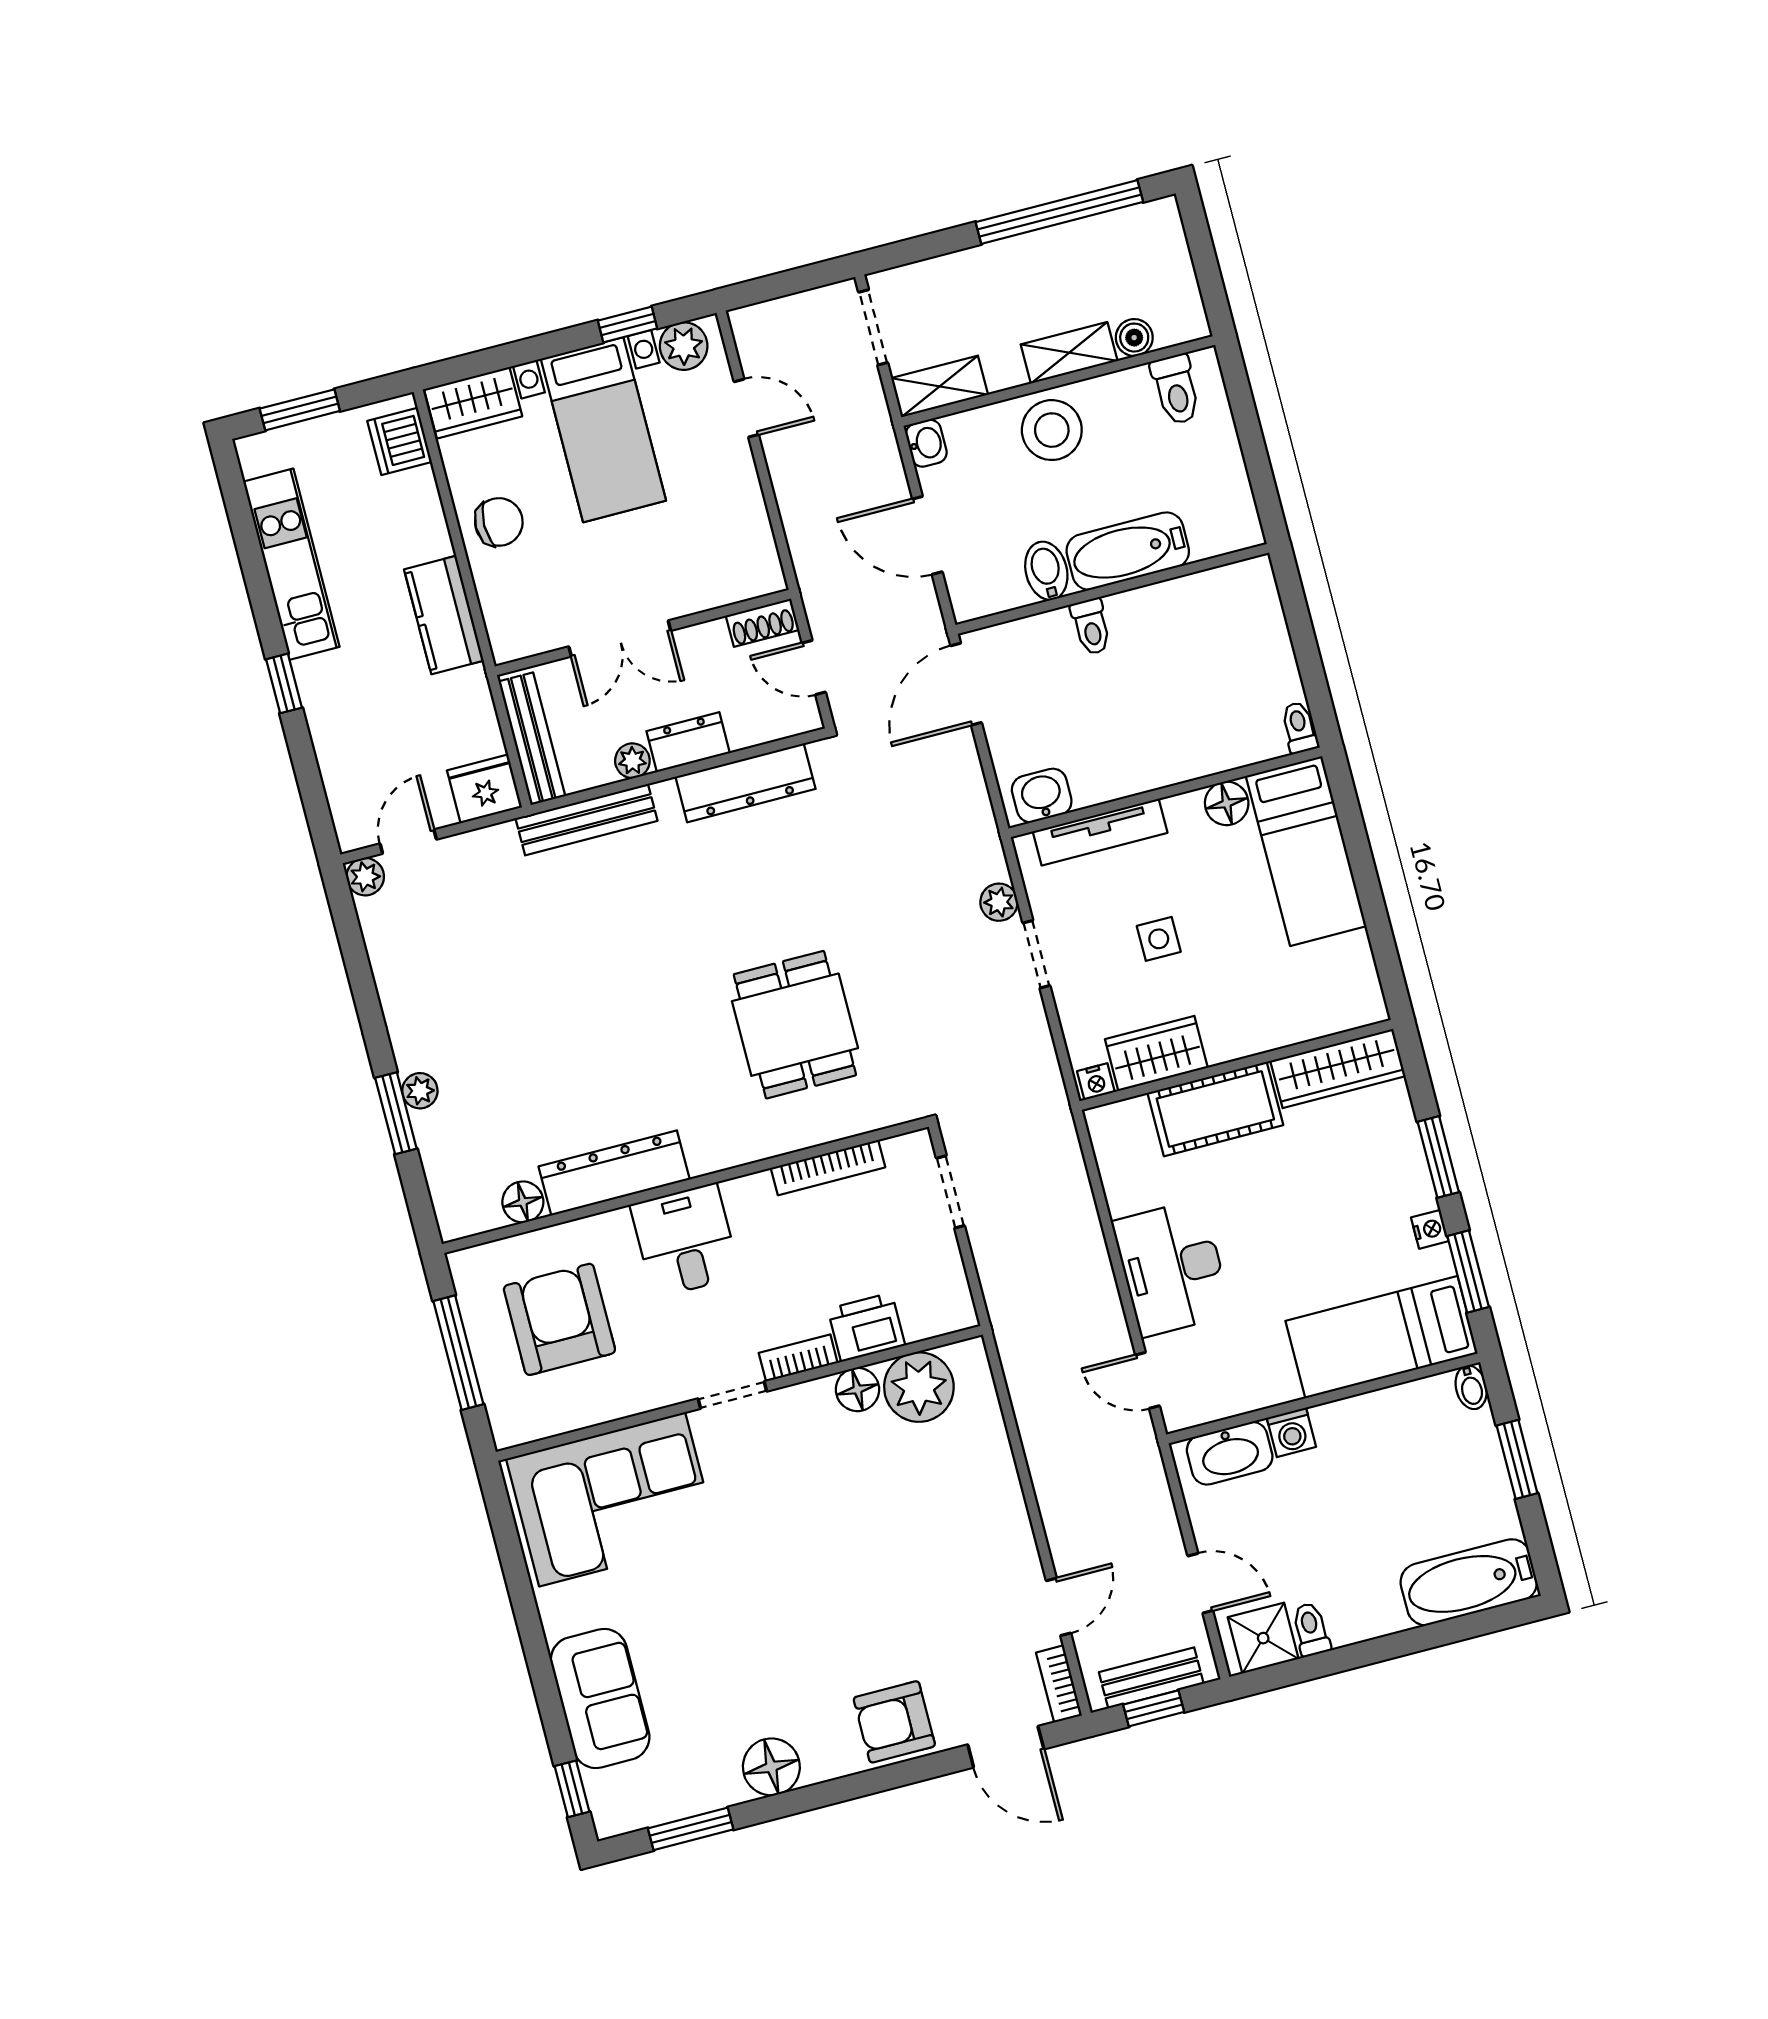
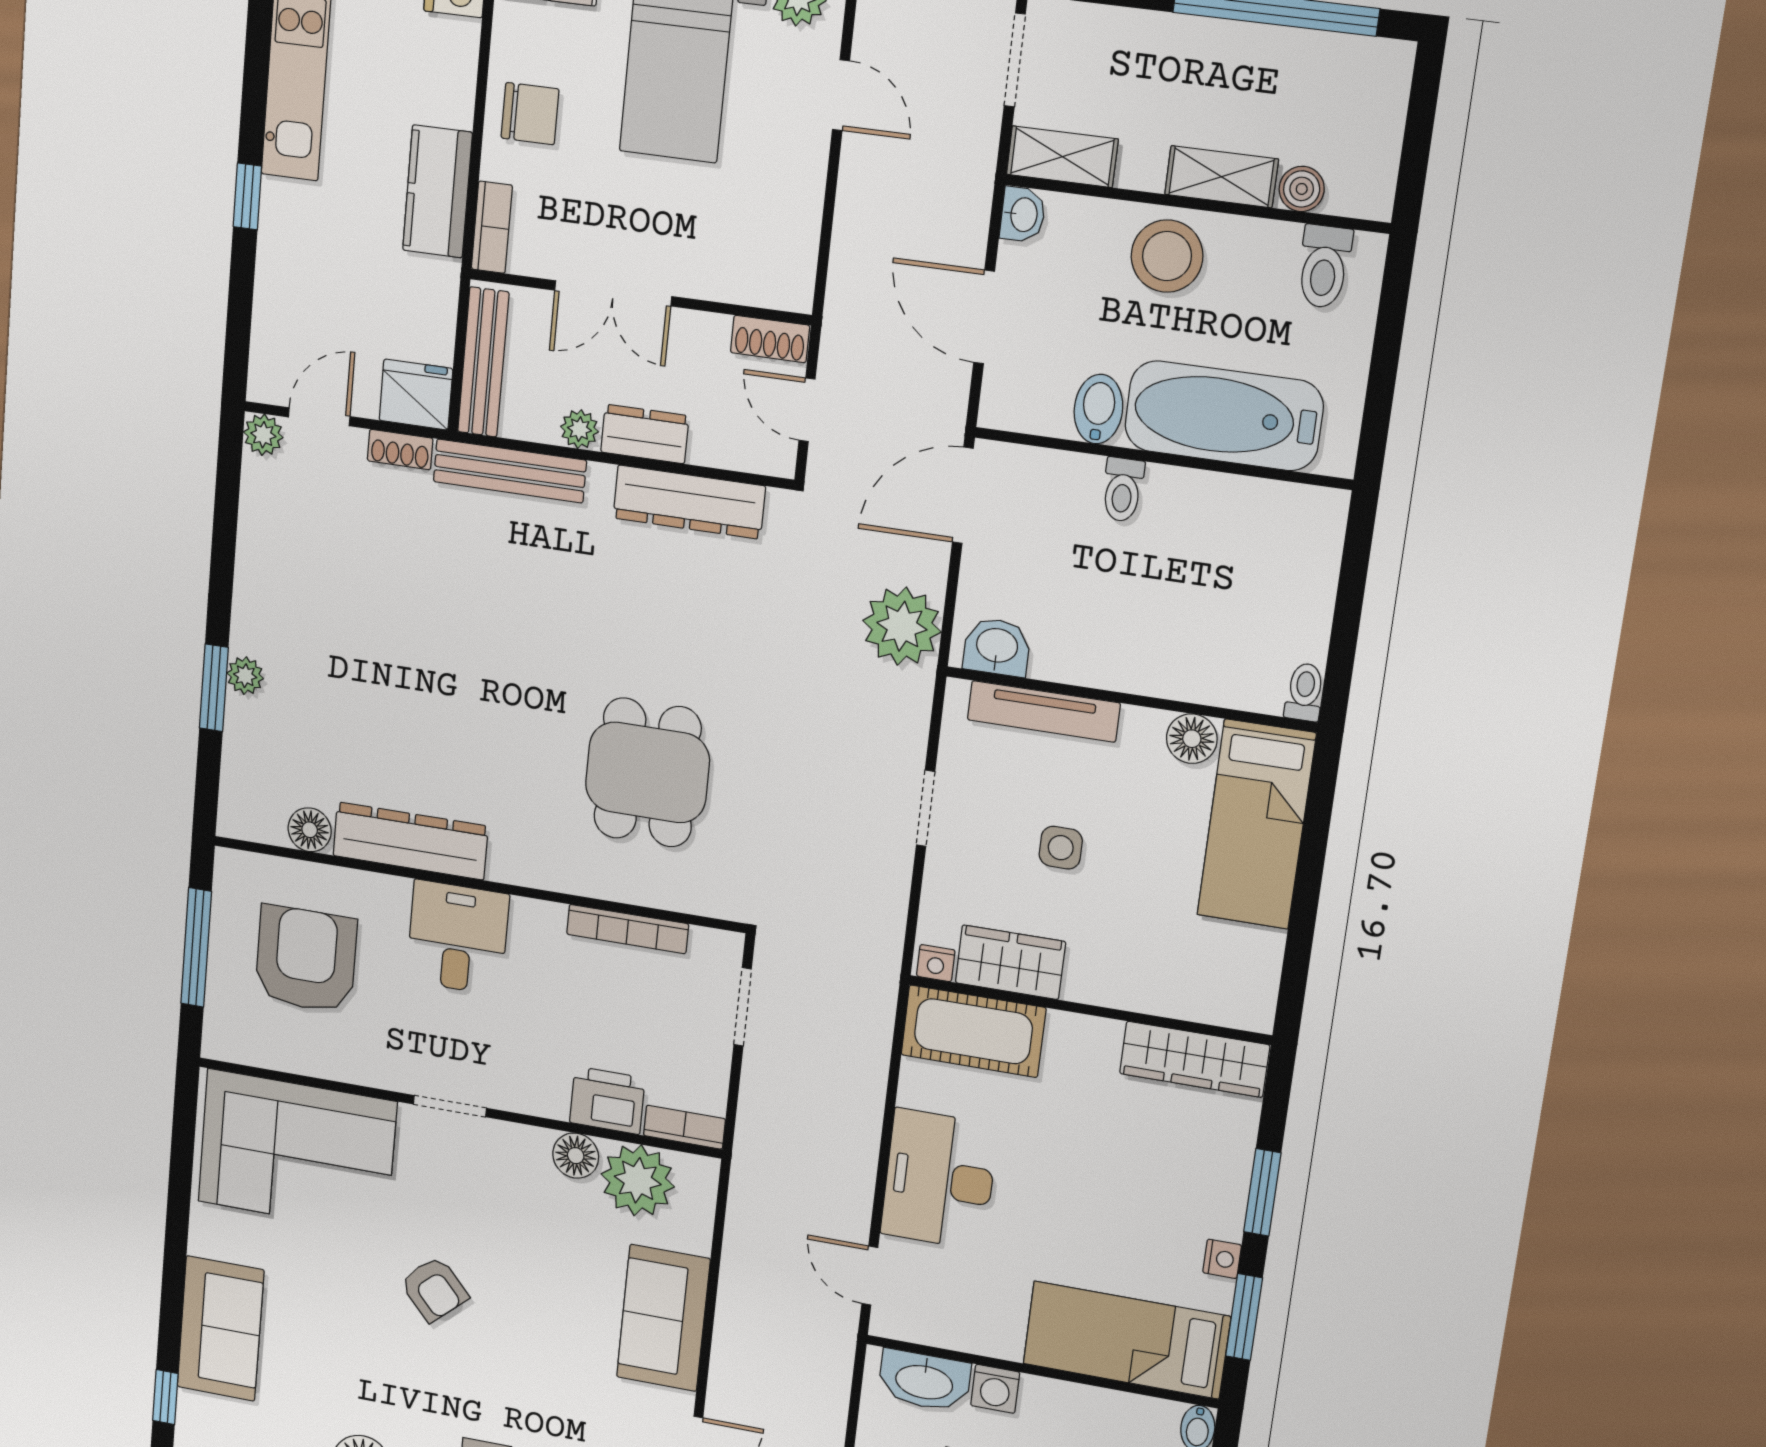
bathtub: (1128, 551) -> (1224, 416), width x1.36, depth x1.36
bookcase: (500, 626) -> (492, 227), added
shoe rack: (487, 840) -> (400, 450), added
plant: (999, 902) -> (902, 626), moved, width x1.87, depth x1.87
cot: (1215, 1109) -> (973, 1031), moved
bookcase: (798, 1358) -> (684, 1127), moved
sofa: (987, 1502) -> (663, 1318), added
armchair: (778, 1570) -> (434, 1289), added

